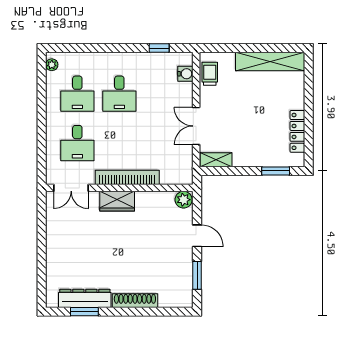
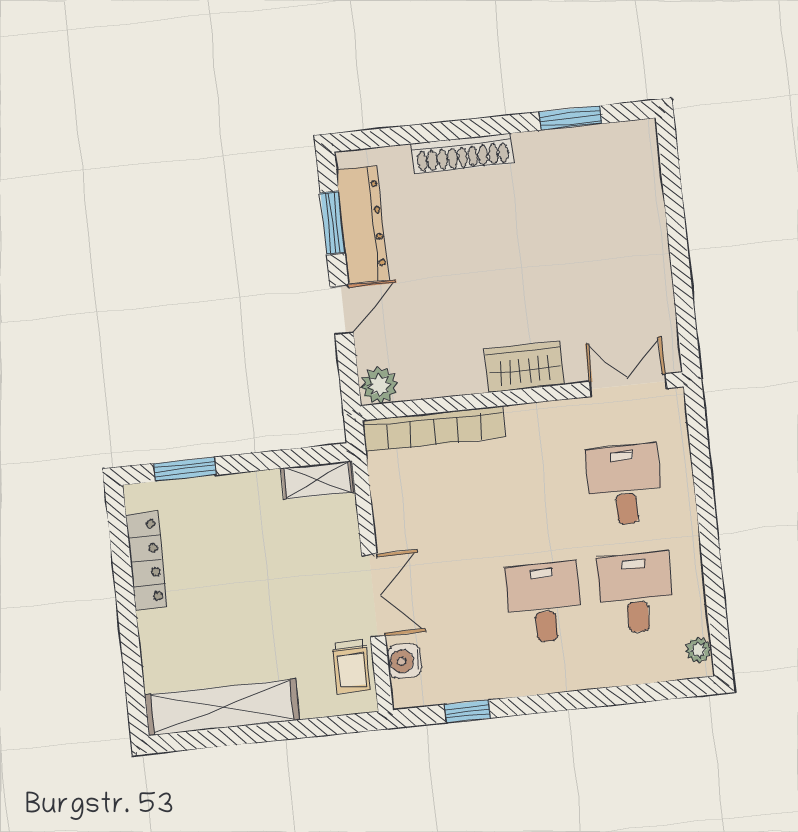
double door: (196, 126) -> (374, 596), moved
bookcase: (127, 177) -> (434, 429), moved
door: (197, 236) -> (342, 310), swing flipped
dresser: (85, 298) -> (362, 225), moved, turned -90

